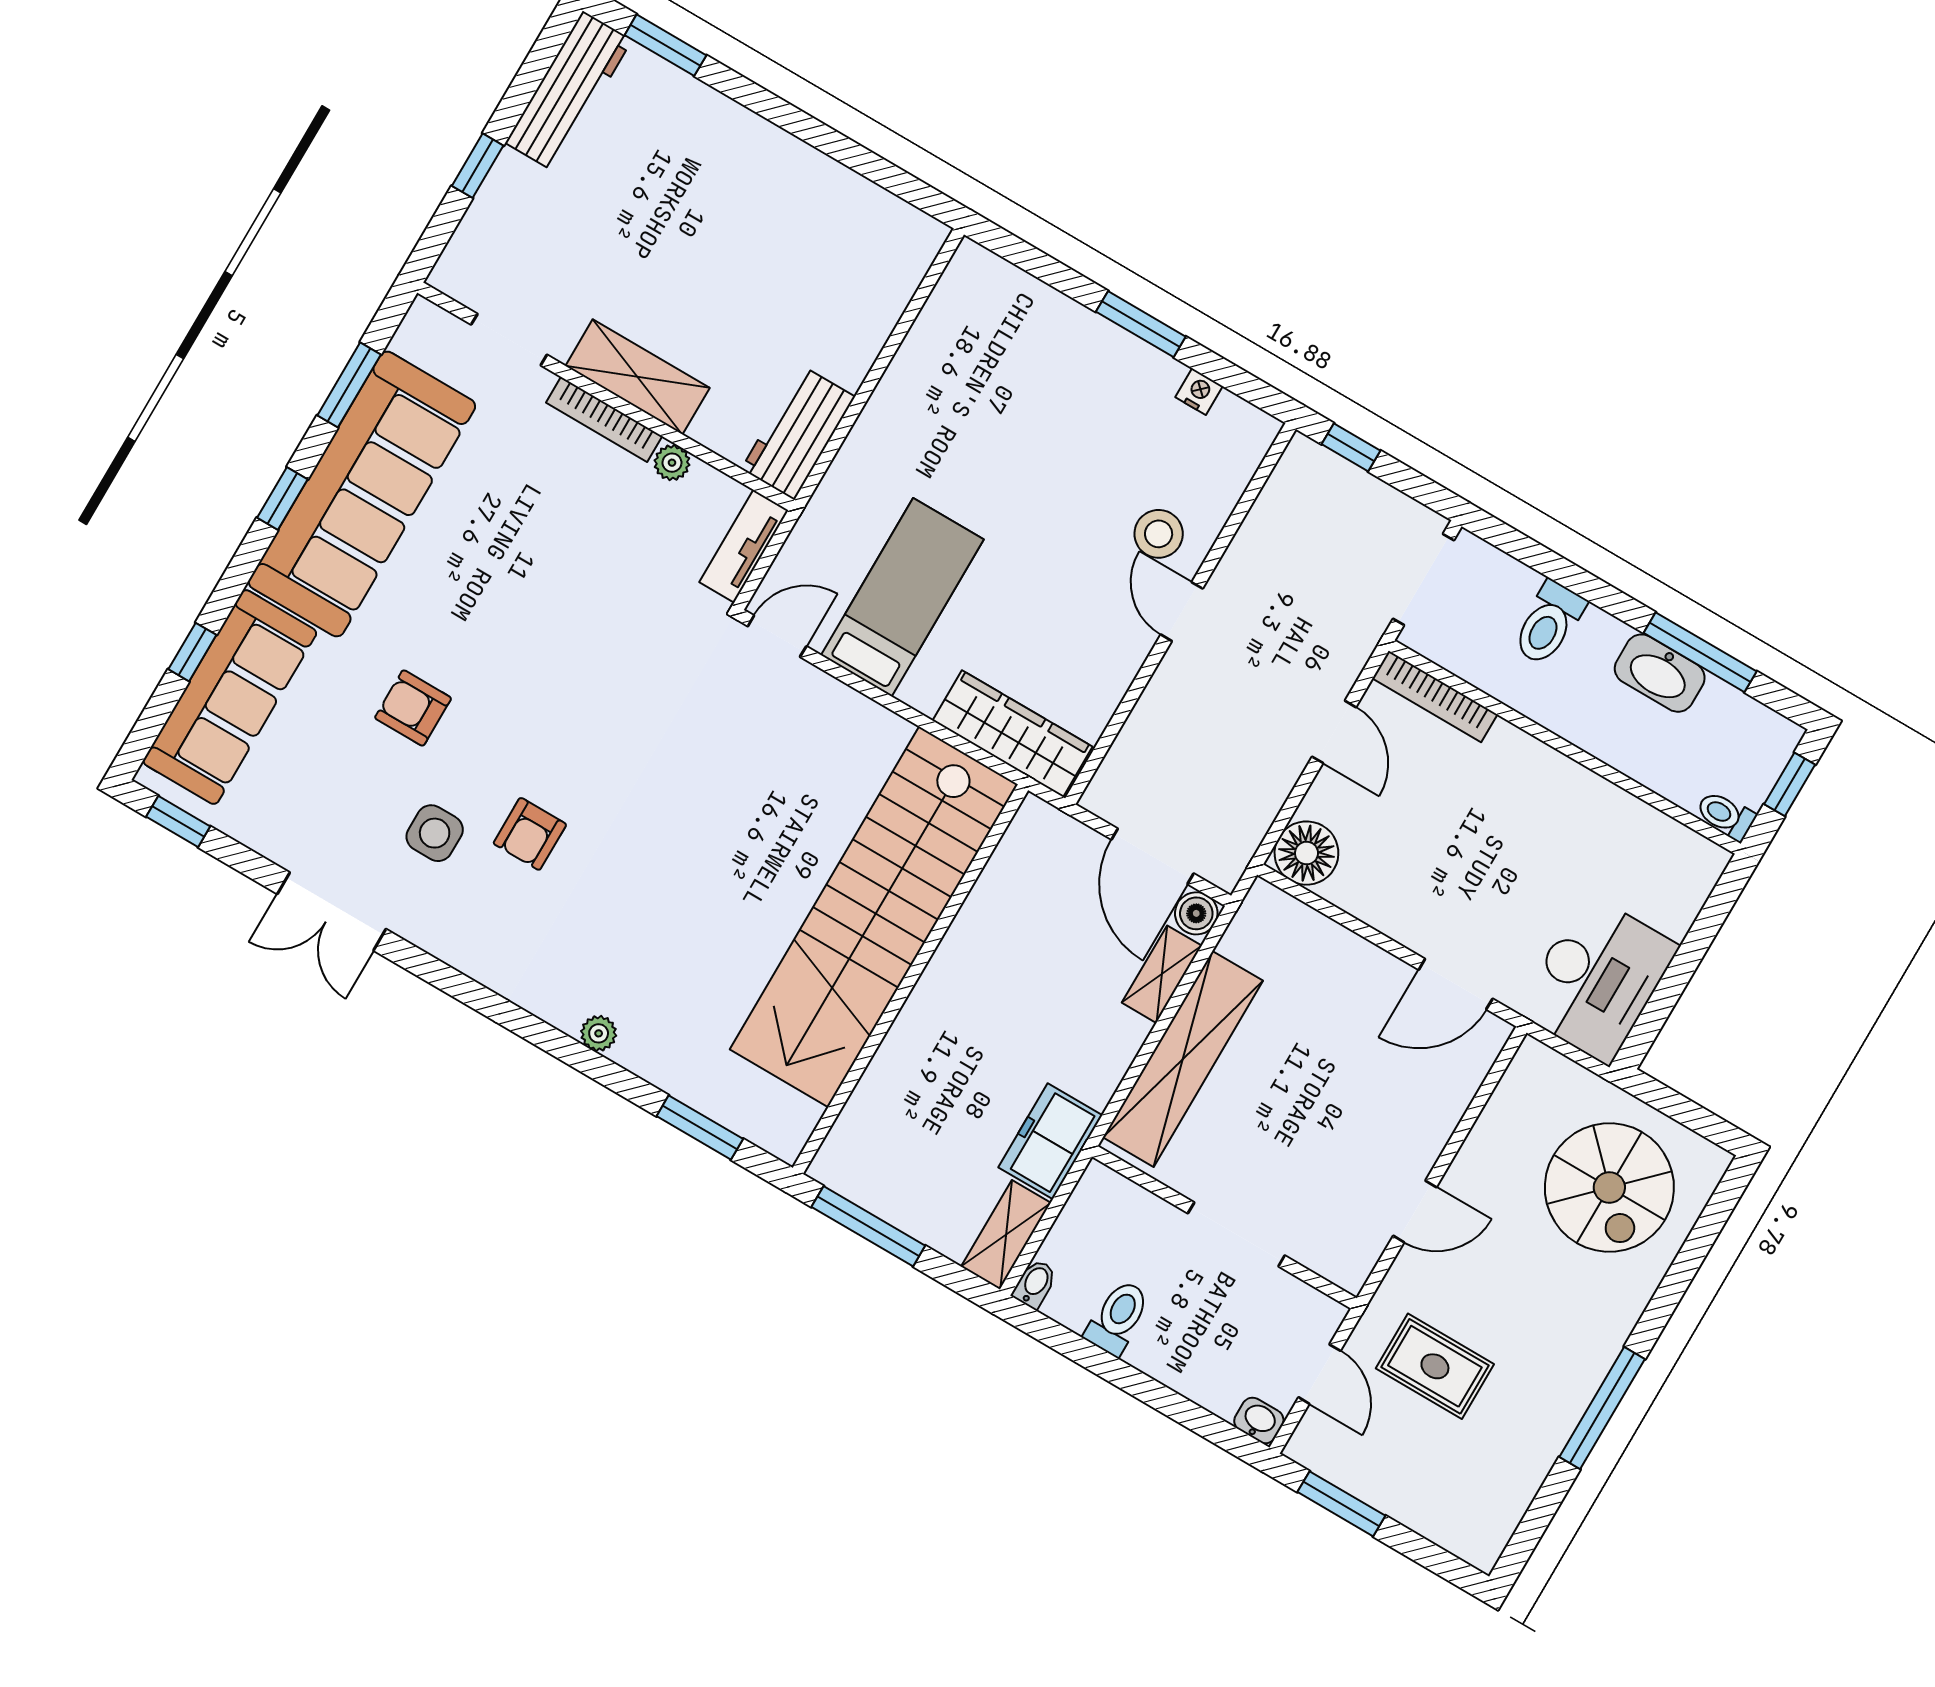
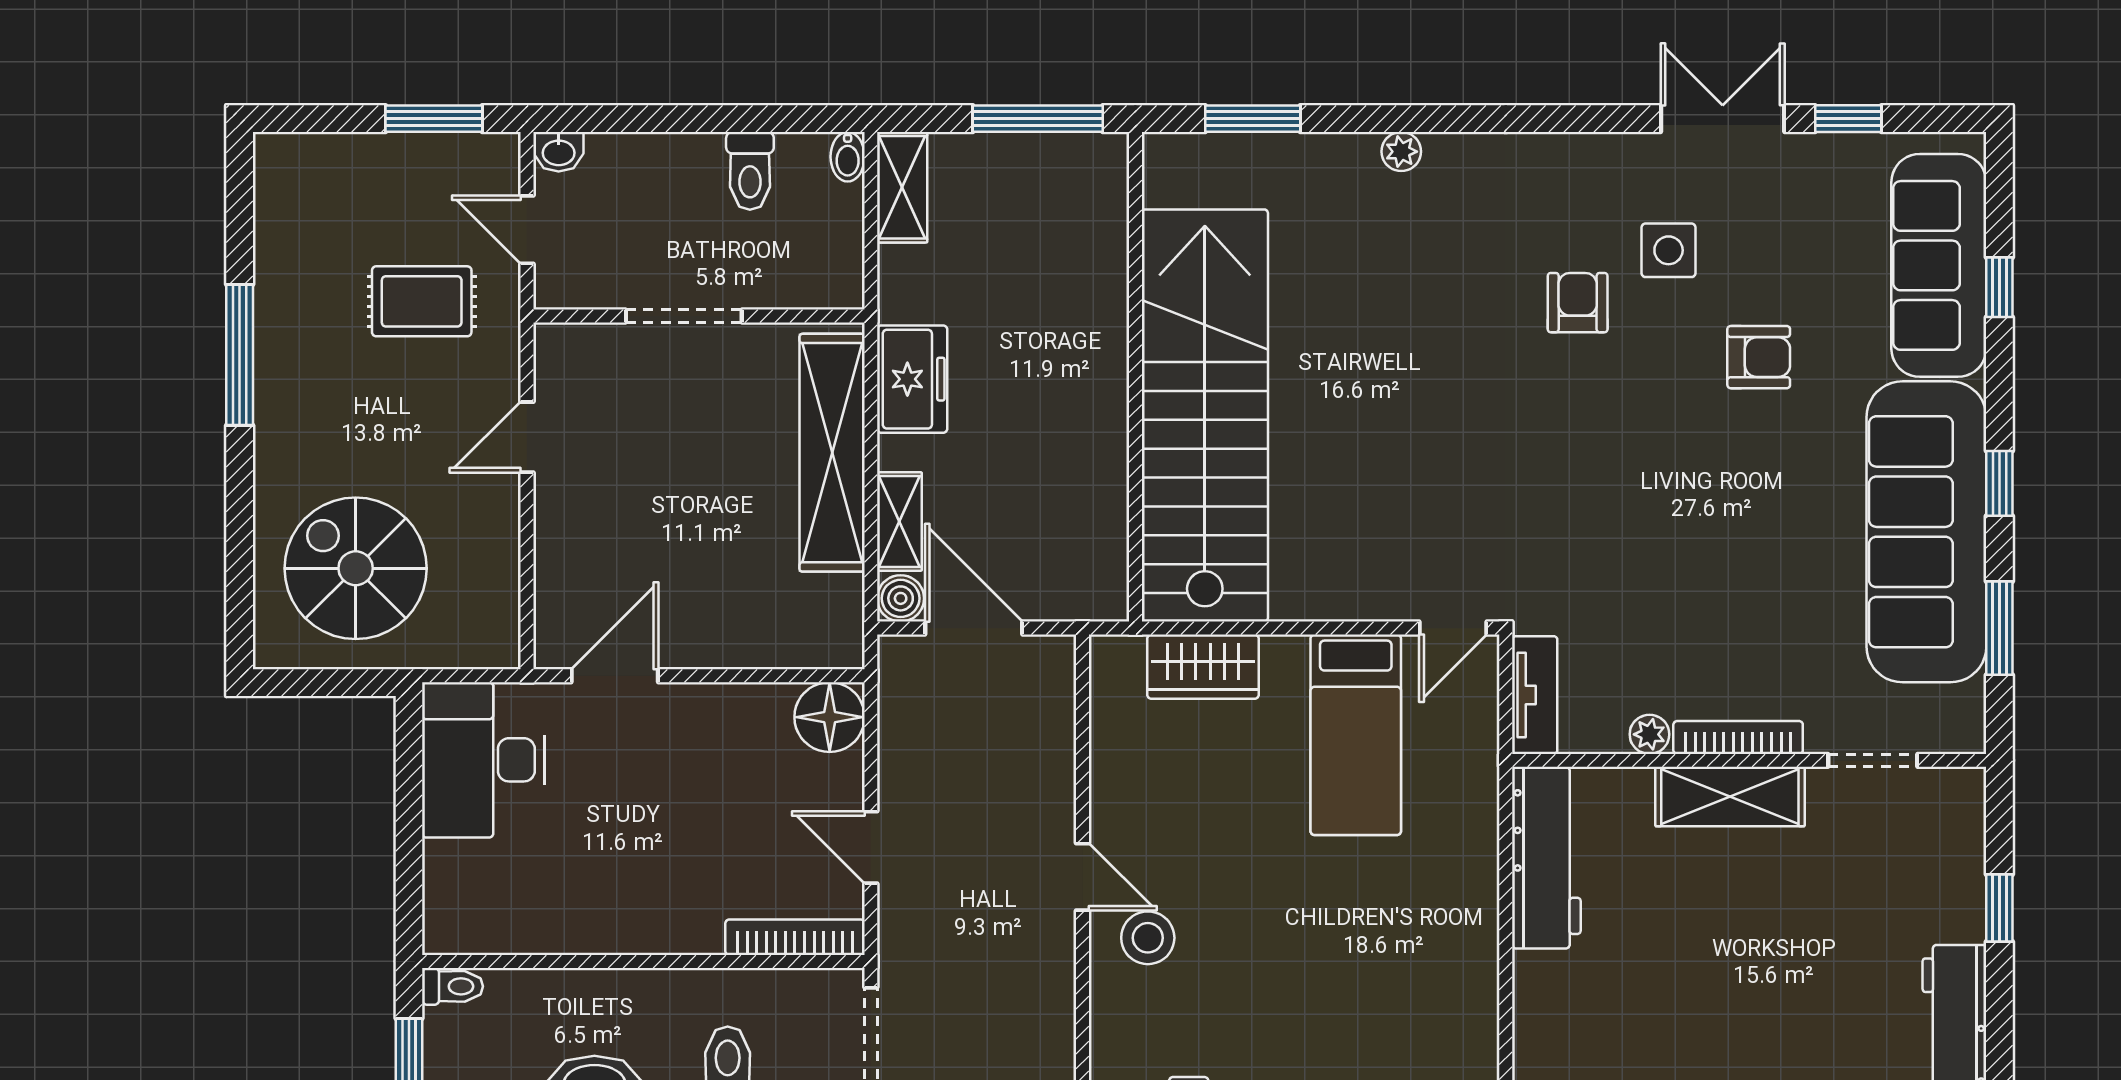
workbench: (798, 433) -> (1546, 858), width x1.38
wardrobe: (1012, 734) -> (1203, 667), width x0.67
window: (178, 821) -> (1848, 119), moved
freezer: (1050, 1141) -> (912, 379), moved

